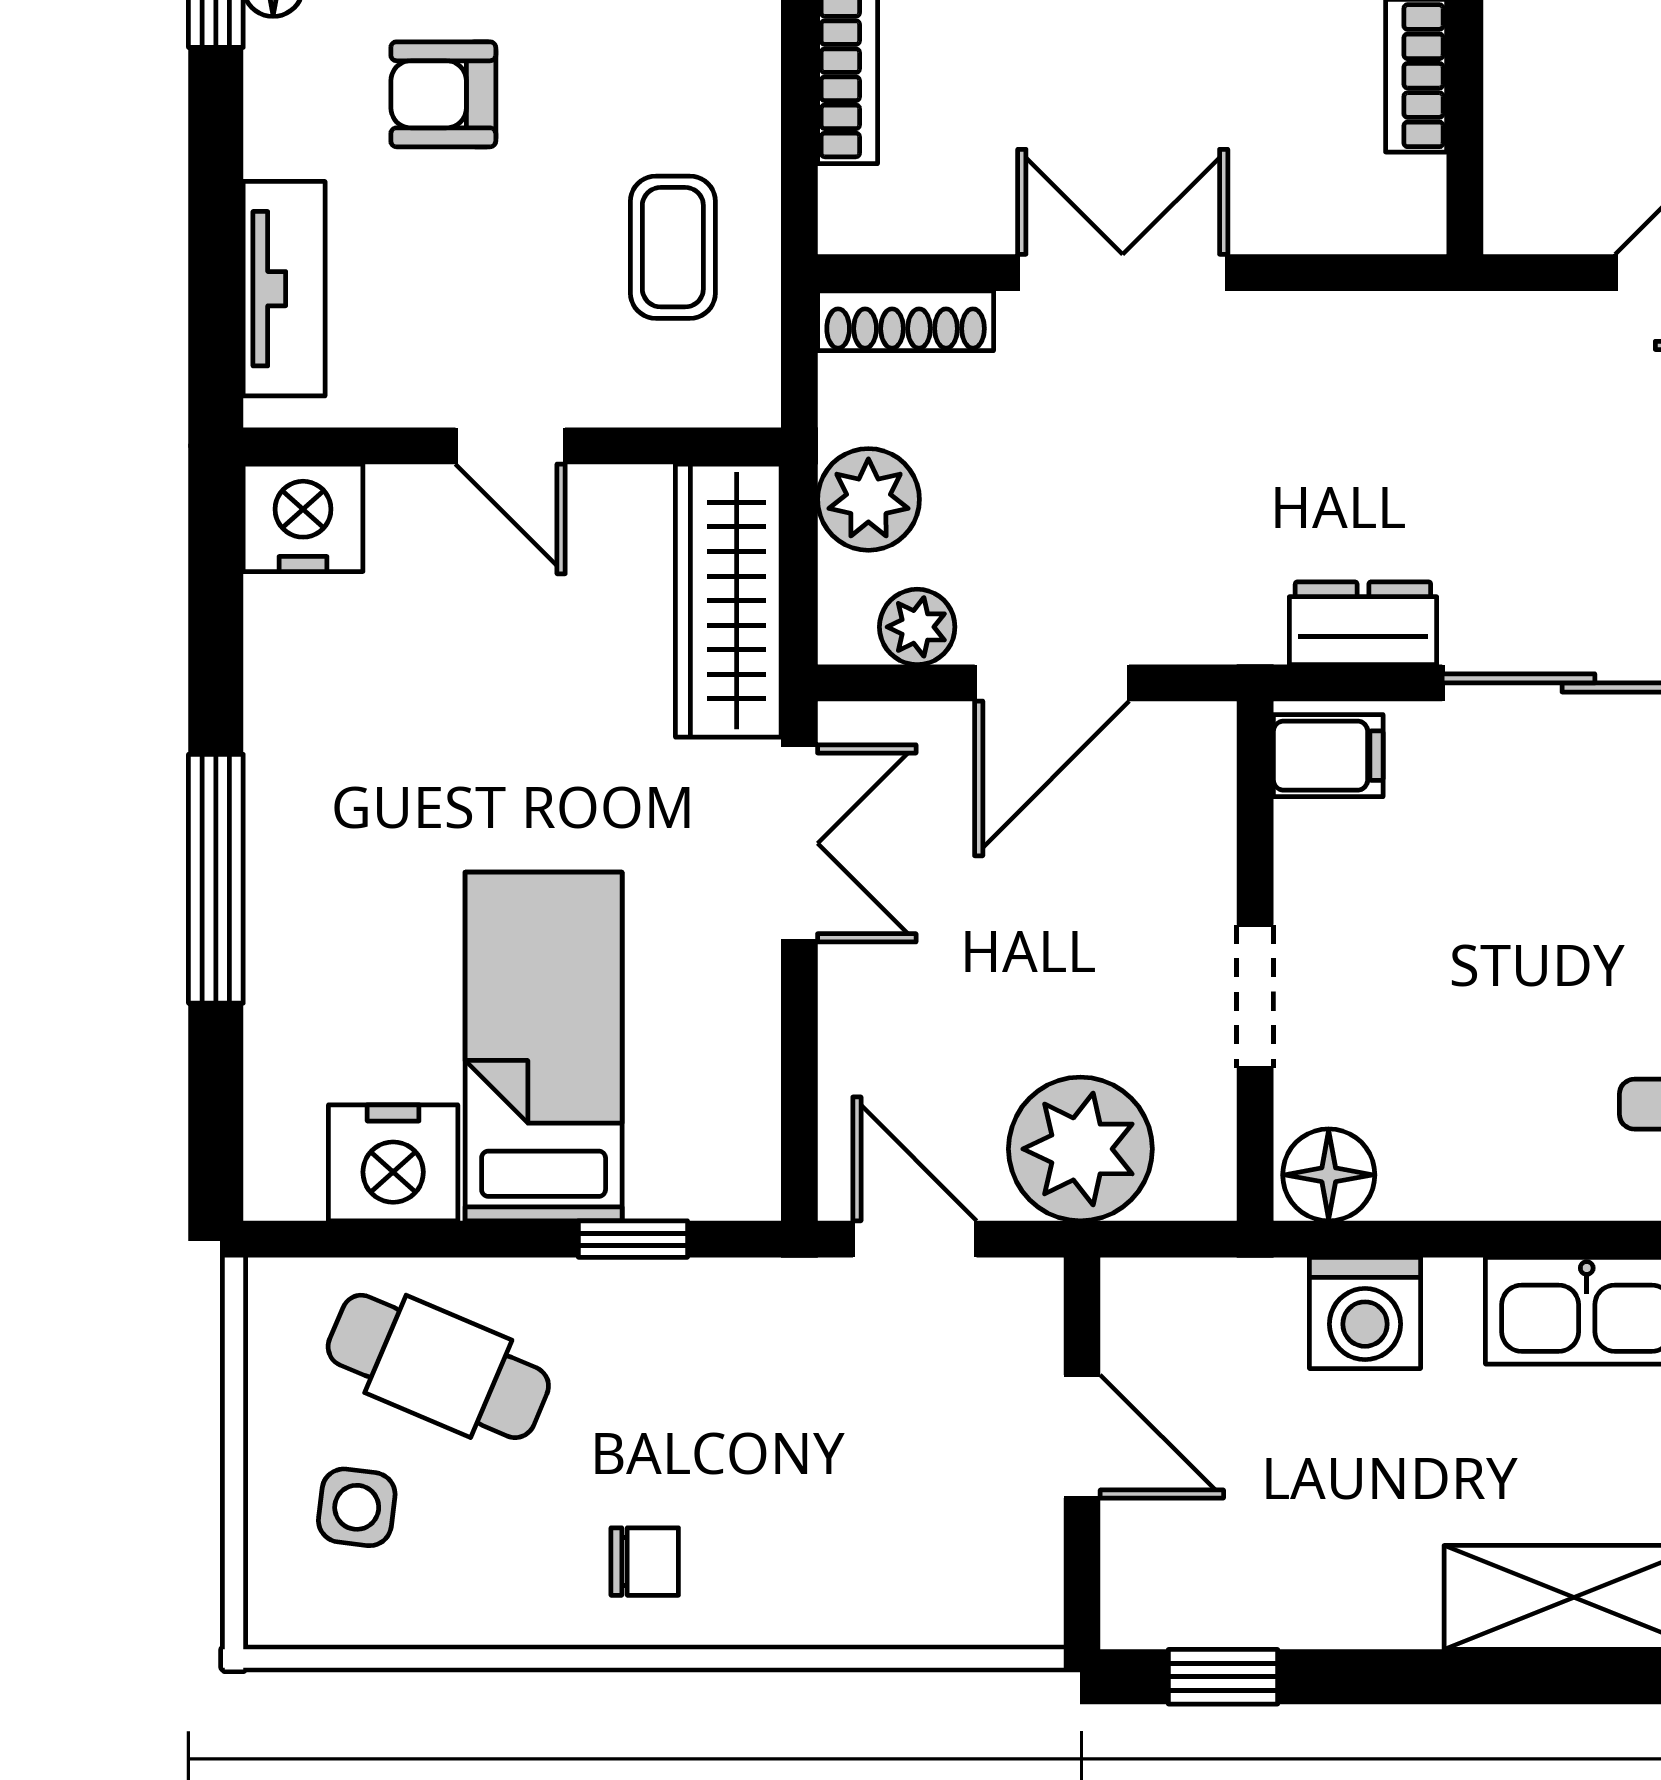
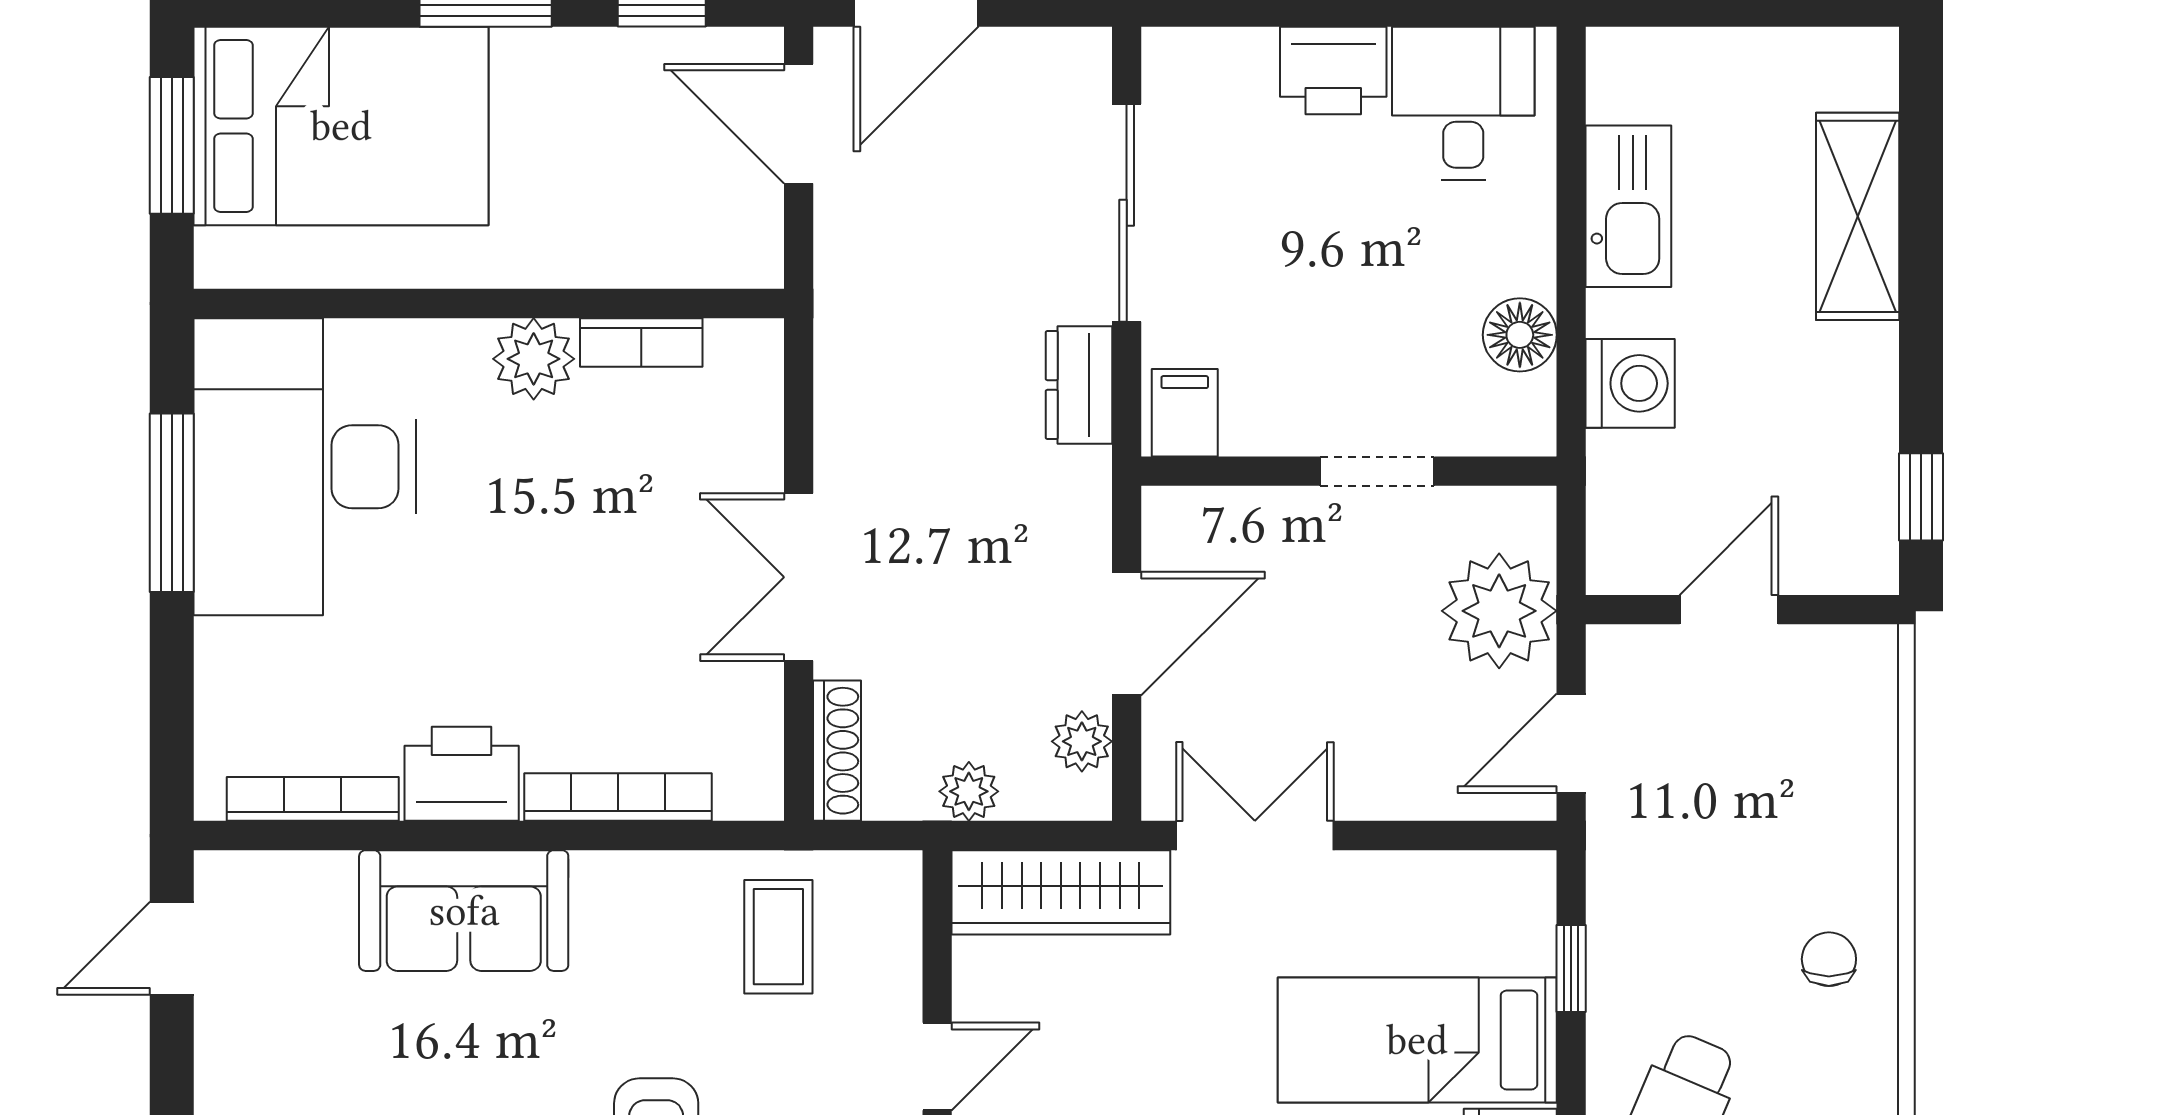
coffee table: (673, 247) -> (778, 937), turned 90
plant: (868, 499) -> (969, 791), width x0.73, depth x0.73
door: (1052, 683) -> (1127, 634), hinge flipped
floor lamp: (1329, 1175) -> (1520, 335), moved

